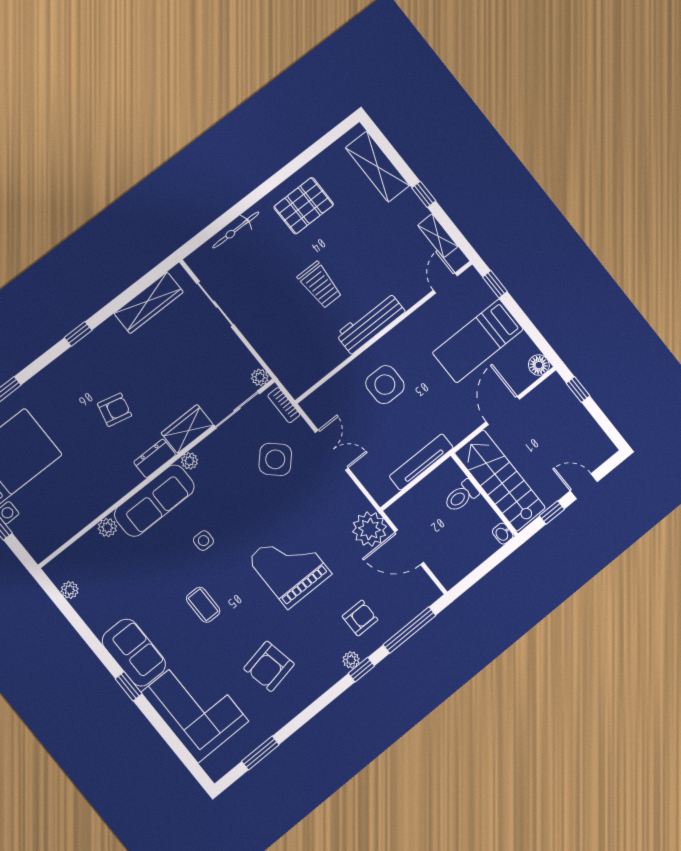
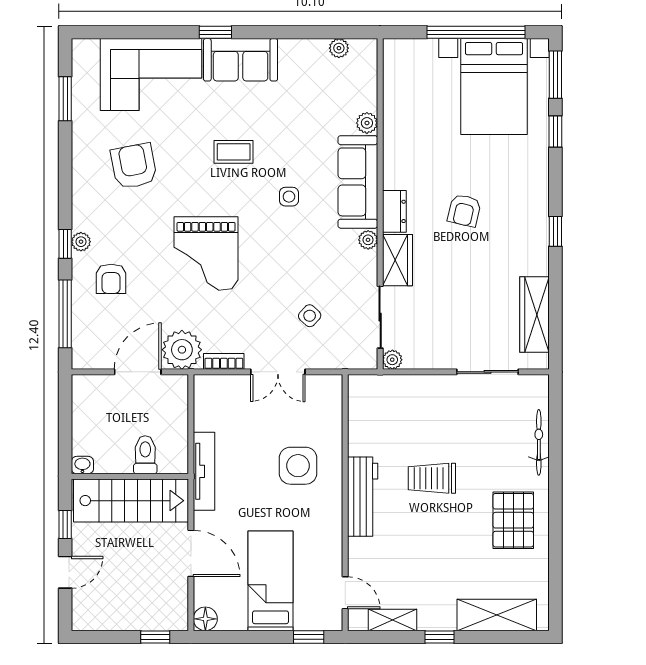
bookcase: (284, 405) -> (224, 361), moved
side table: (275, 459) -> (310, 316), width x0.54, depth x0.54
tv unit: (421, 462) -> (204, 471), moved
grand piano: (290, 566) -> (206, 253), turned 90

